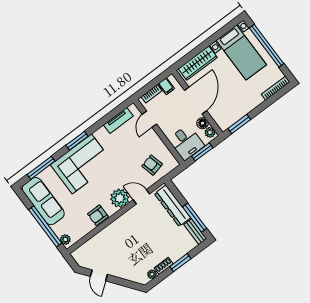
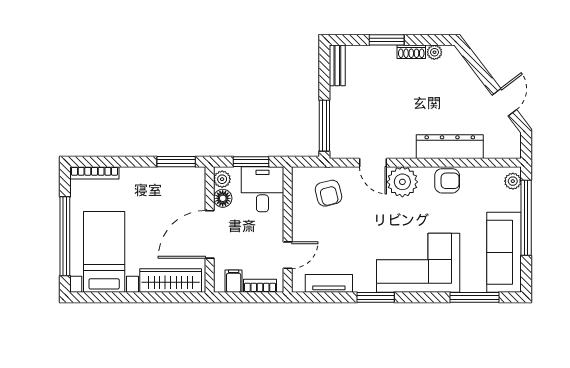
window: (77, 141) -> (376, 297), moved
dresser: (173, 206) -> (450, 147), moved, turned -90
window: (195, 218) -> (324, 126), moved

